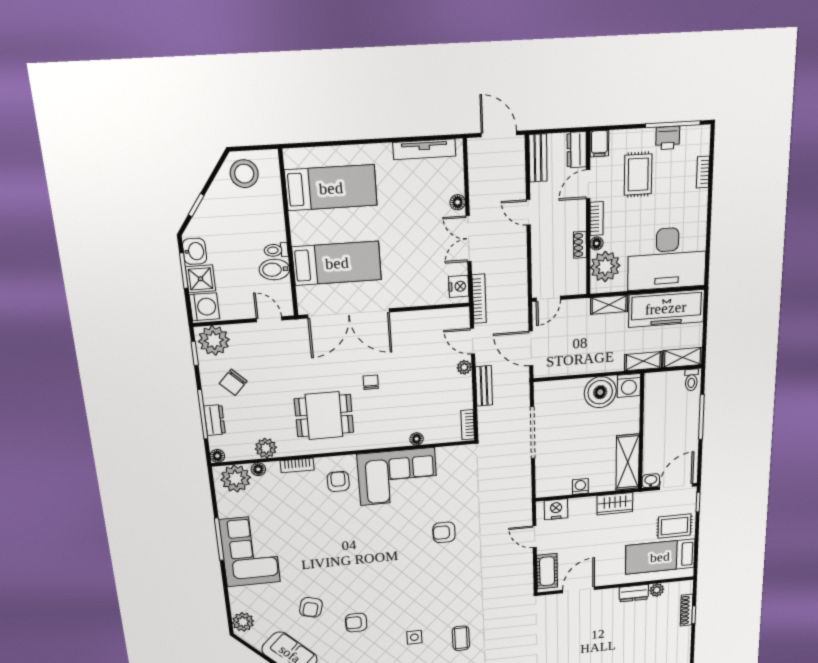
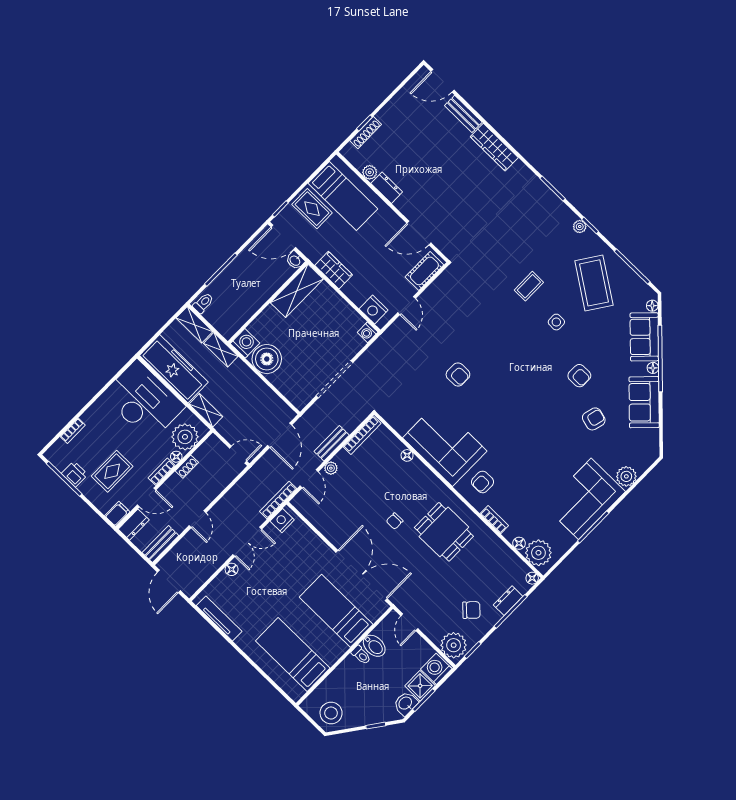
bookcase: (468, 425) -> (362, 435), width x1.56
plant: (266, 448) -> (500, 551), removed
washing machine: (580, 486) -> (368, 332), moved
plant: (243, 622) -> (626, 476), moved

